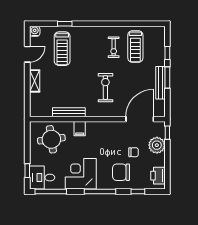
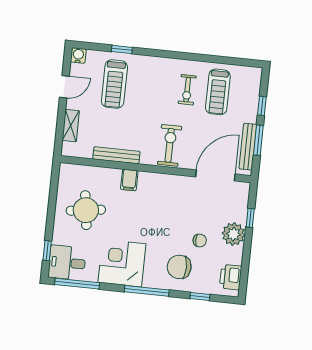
bench: (69, 112) -> (116, 155), moved
wall: (97, 119) -> (156, 169), moved
door: (140, 119) -> (215, 175), moved
filing cabinet: (80, 129) -> (129, 180), moved

